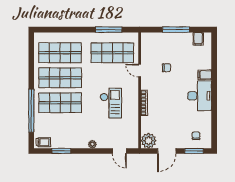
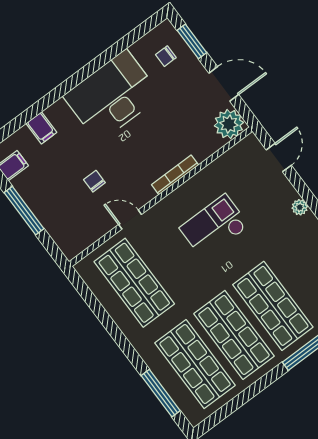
window: (109, 30) -> (161, 393), moved
door: (140, 71) -> (130, 219), swing flipped
filing cabinet: (205, 75) -> (41, 128), moved
desk: (200, 96) -> (112, 96), width x1.36, depth x1.30

